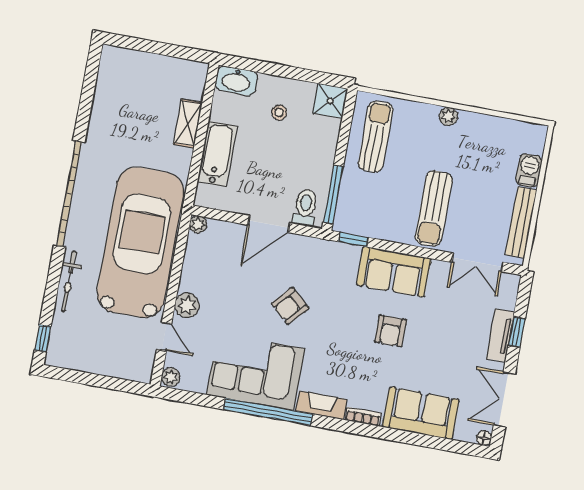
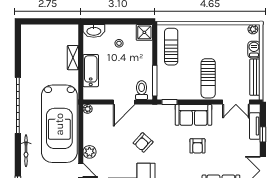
plant: (448, 116) -> (253, 29), moved
car: (140, 242) -> (59, 124), turned 180
tv unit: (500, 335) -> (255, 126), moved

